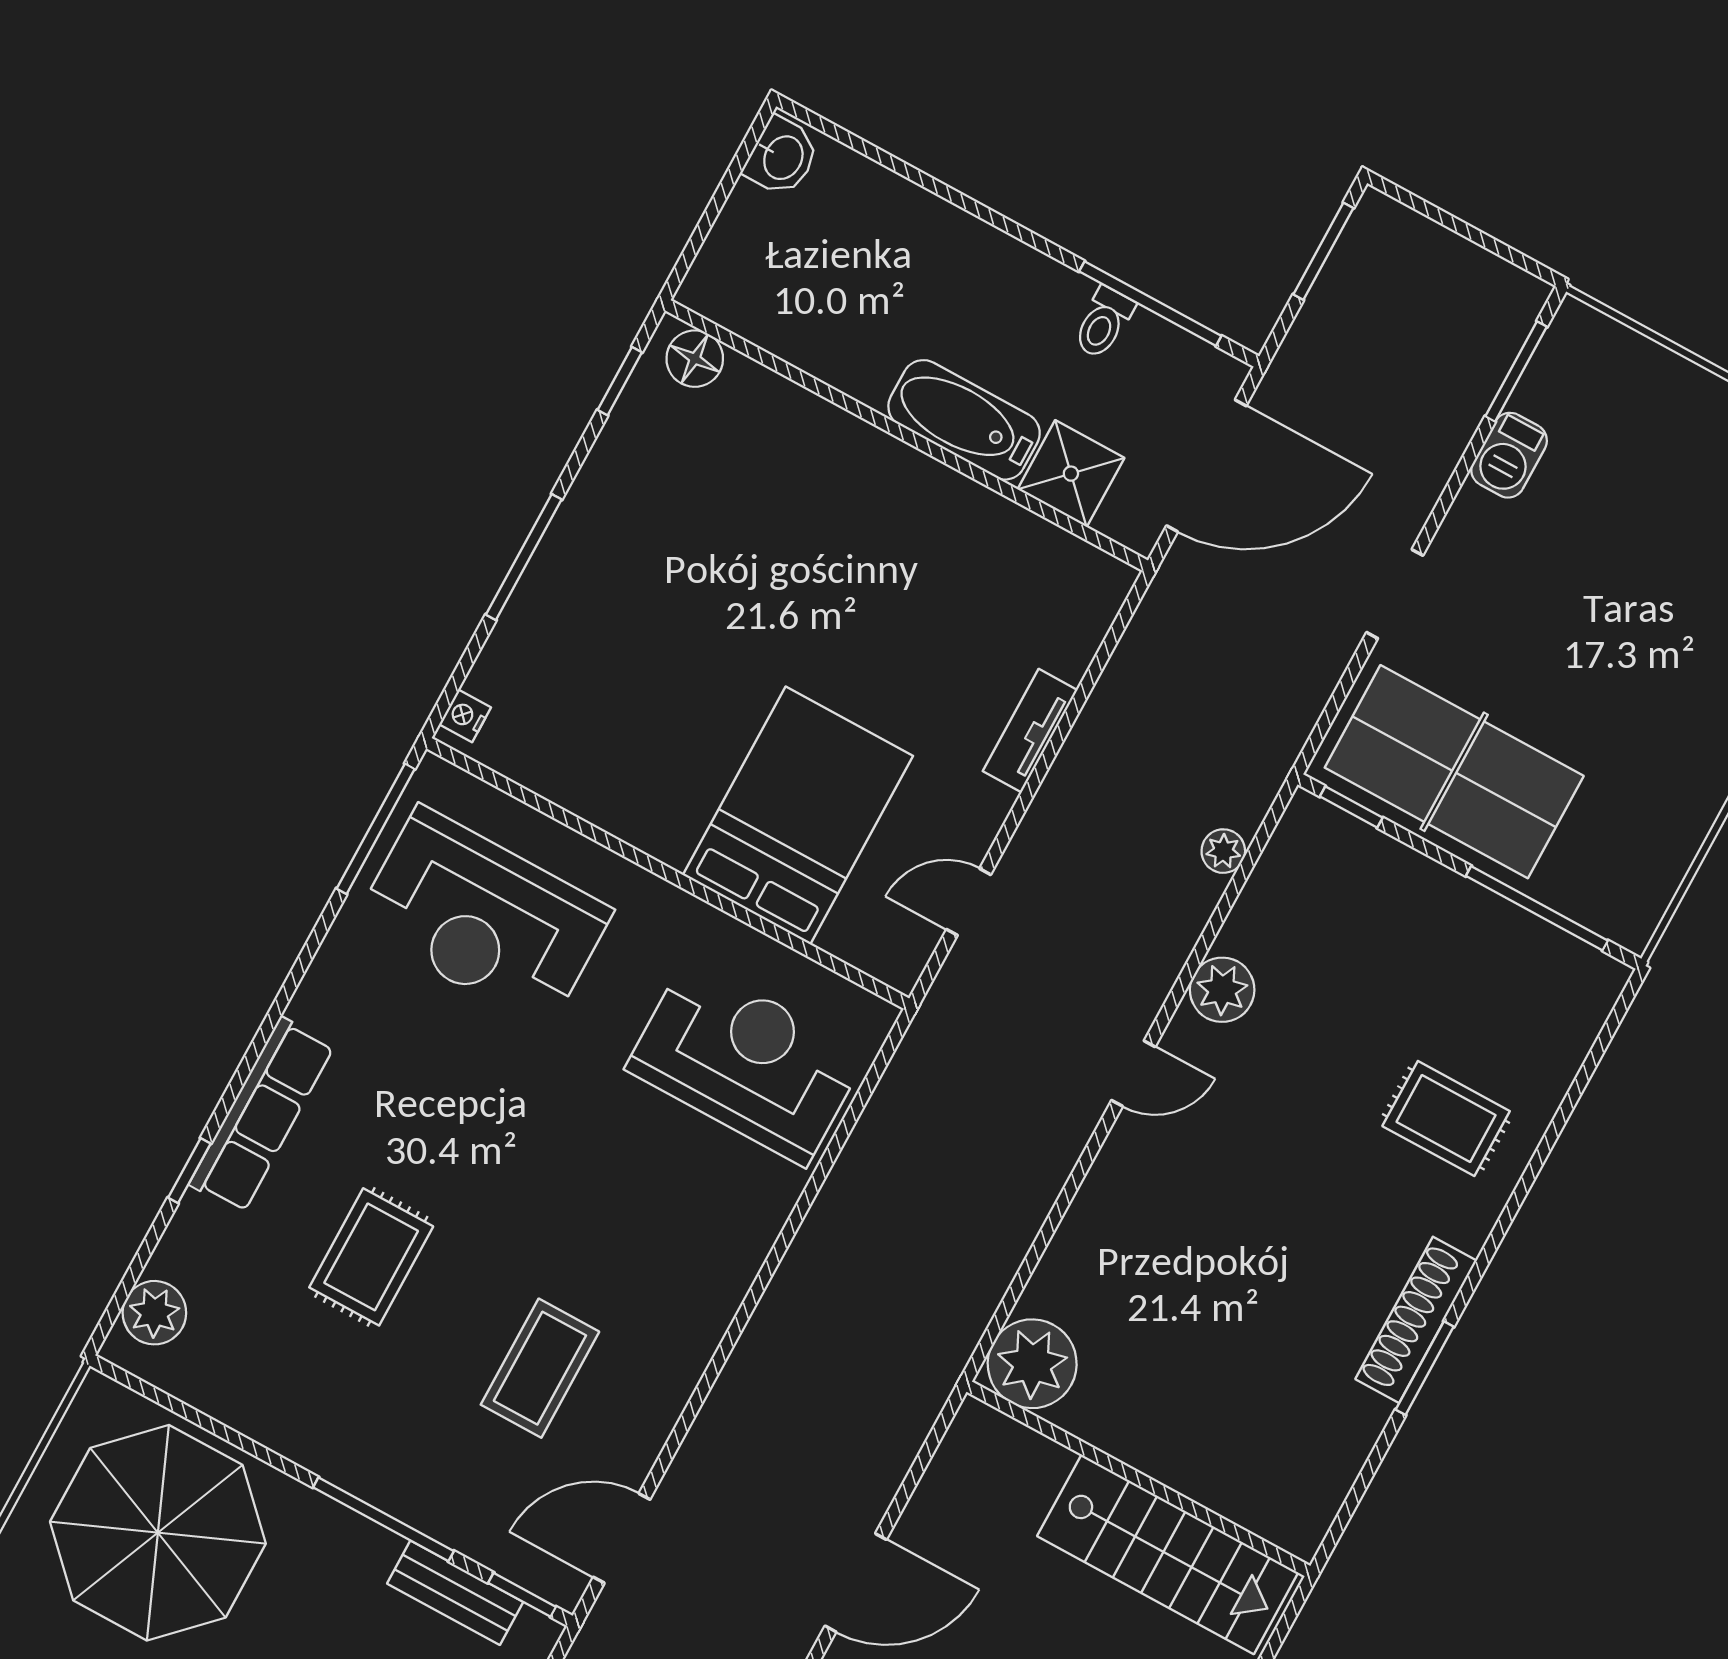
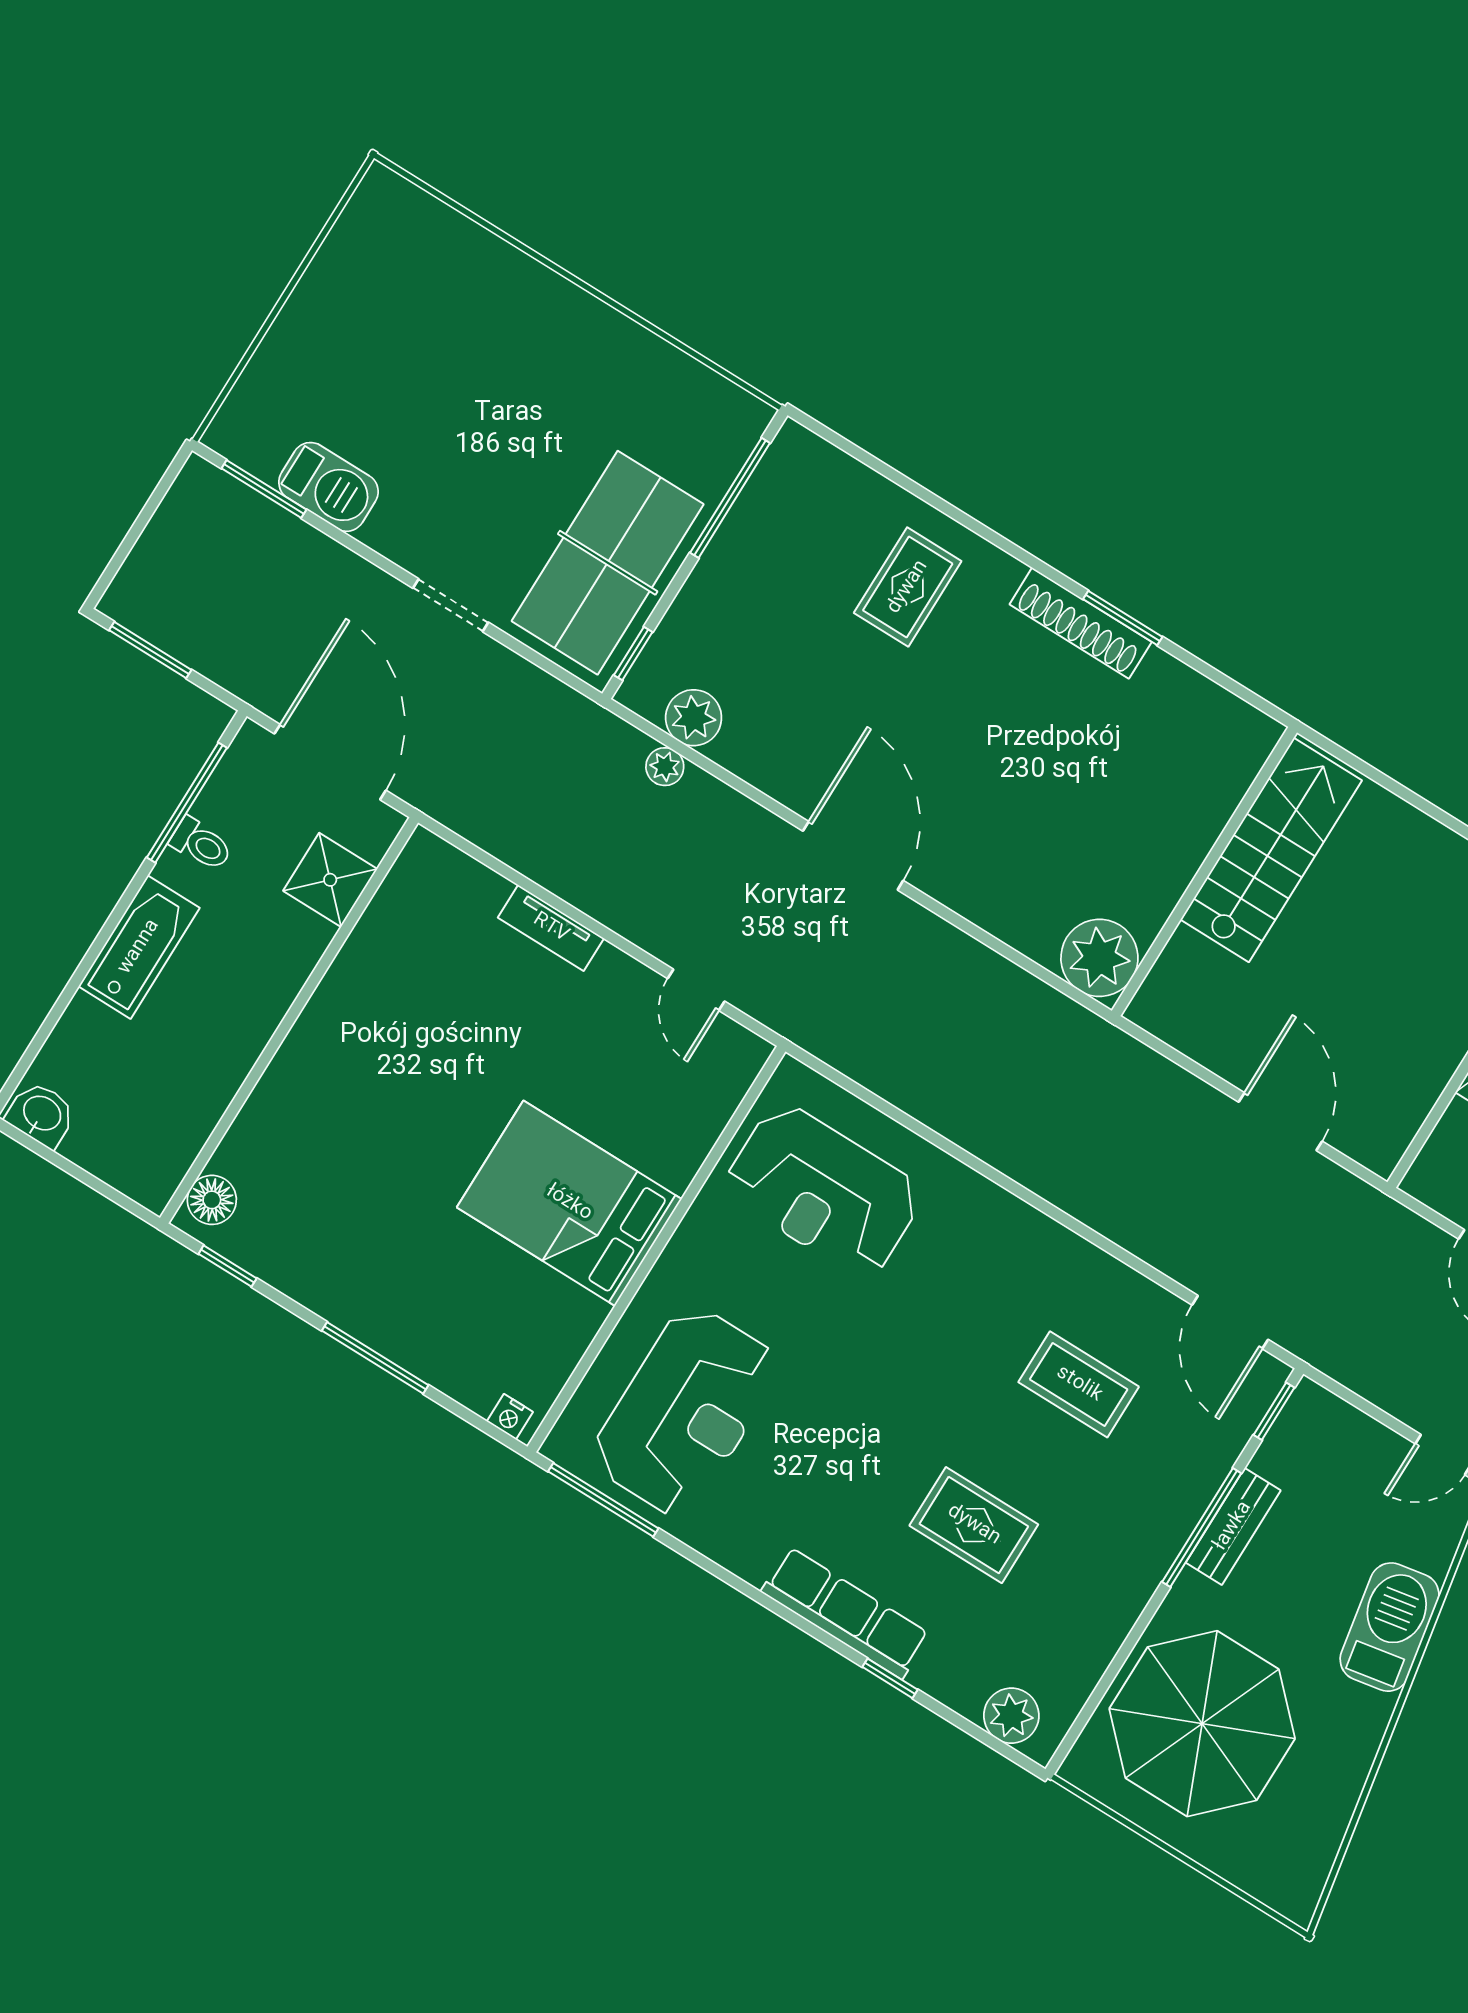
bathtub: (964, 420) -> (139, 947), moved, turned 180
barbecue: (1509, 455) -> (329, 487), width x1.38, depth x1.27
bed: (798, 816) -> (569, 1203), moved
plant: (1222, 990) -> (694, 718), moved
reception desk: (746, 1062) -> (823, 1191), turned -90
door: (1133, 1074) -> (853, 856), width x1.87
bench: (455, 1593) -> (1233, 1526), moved

